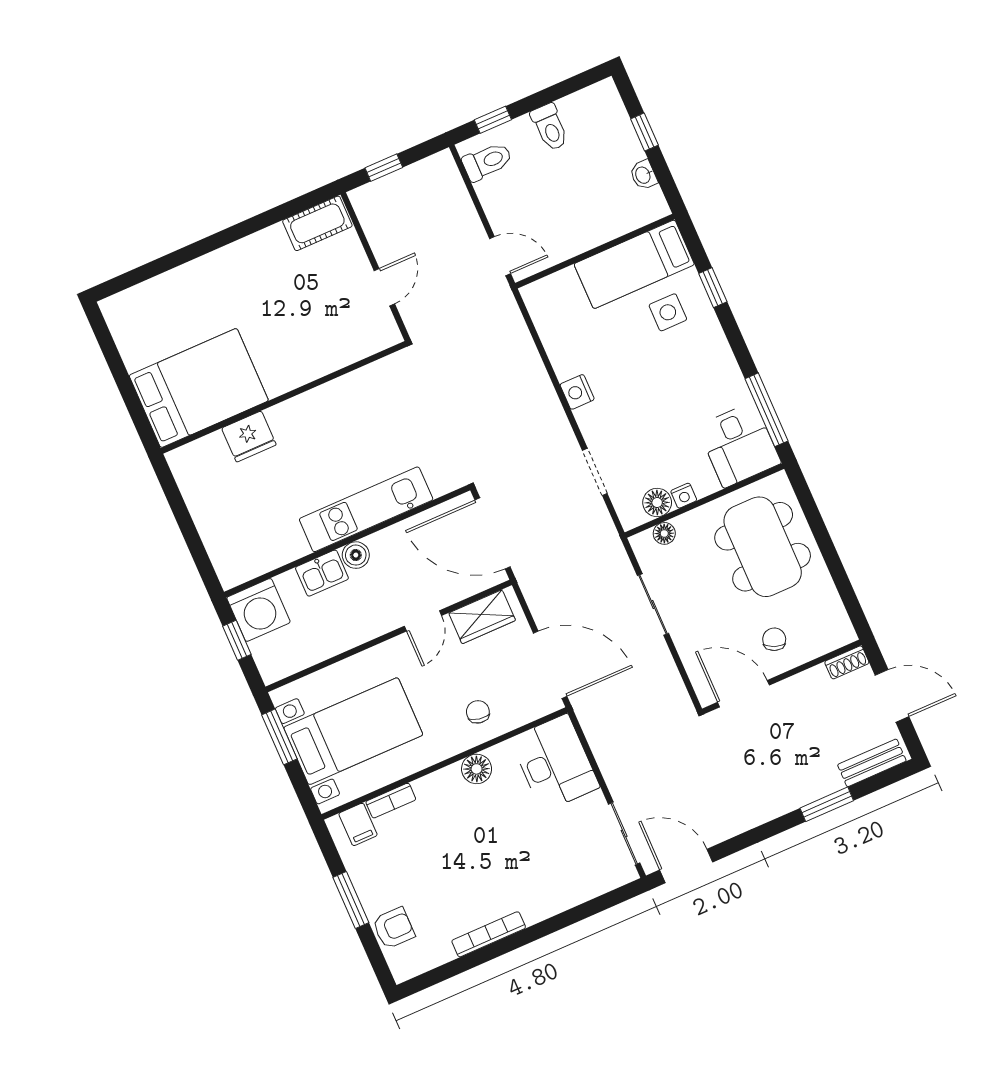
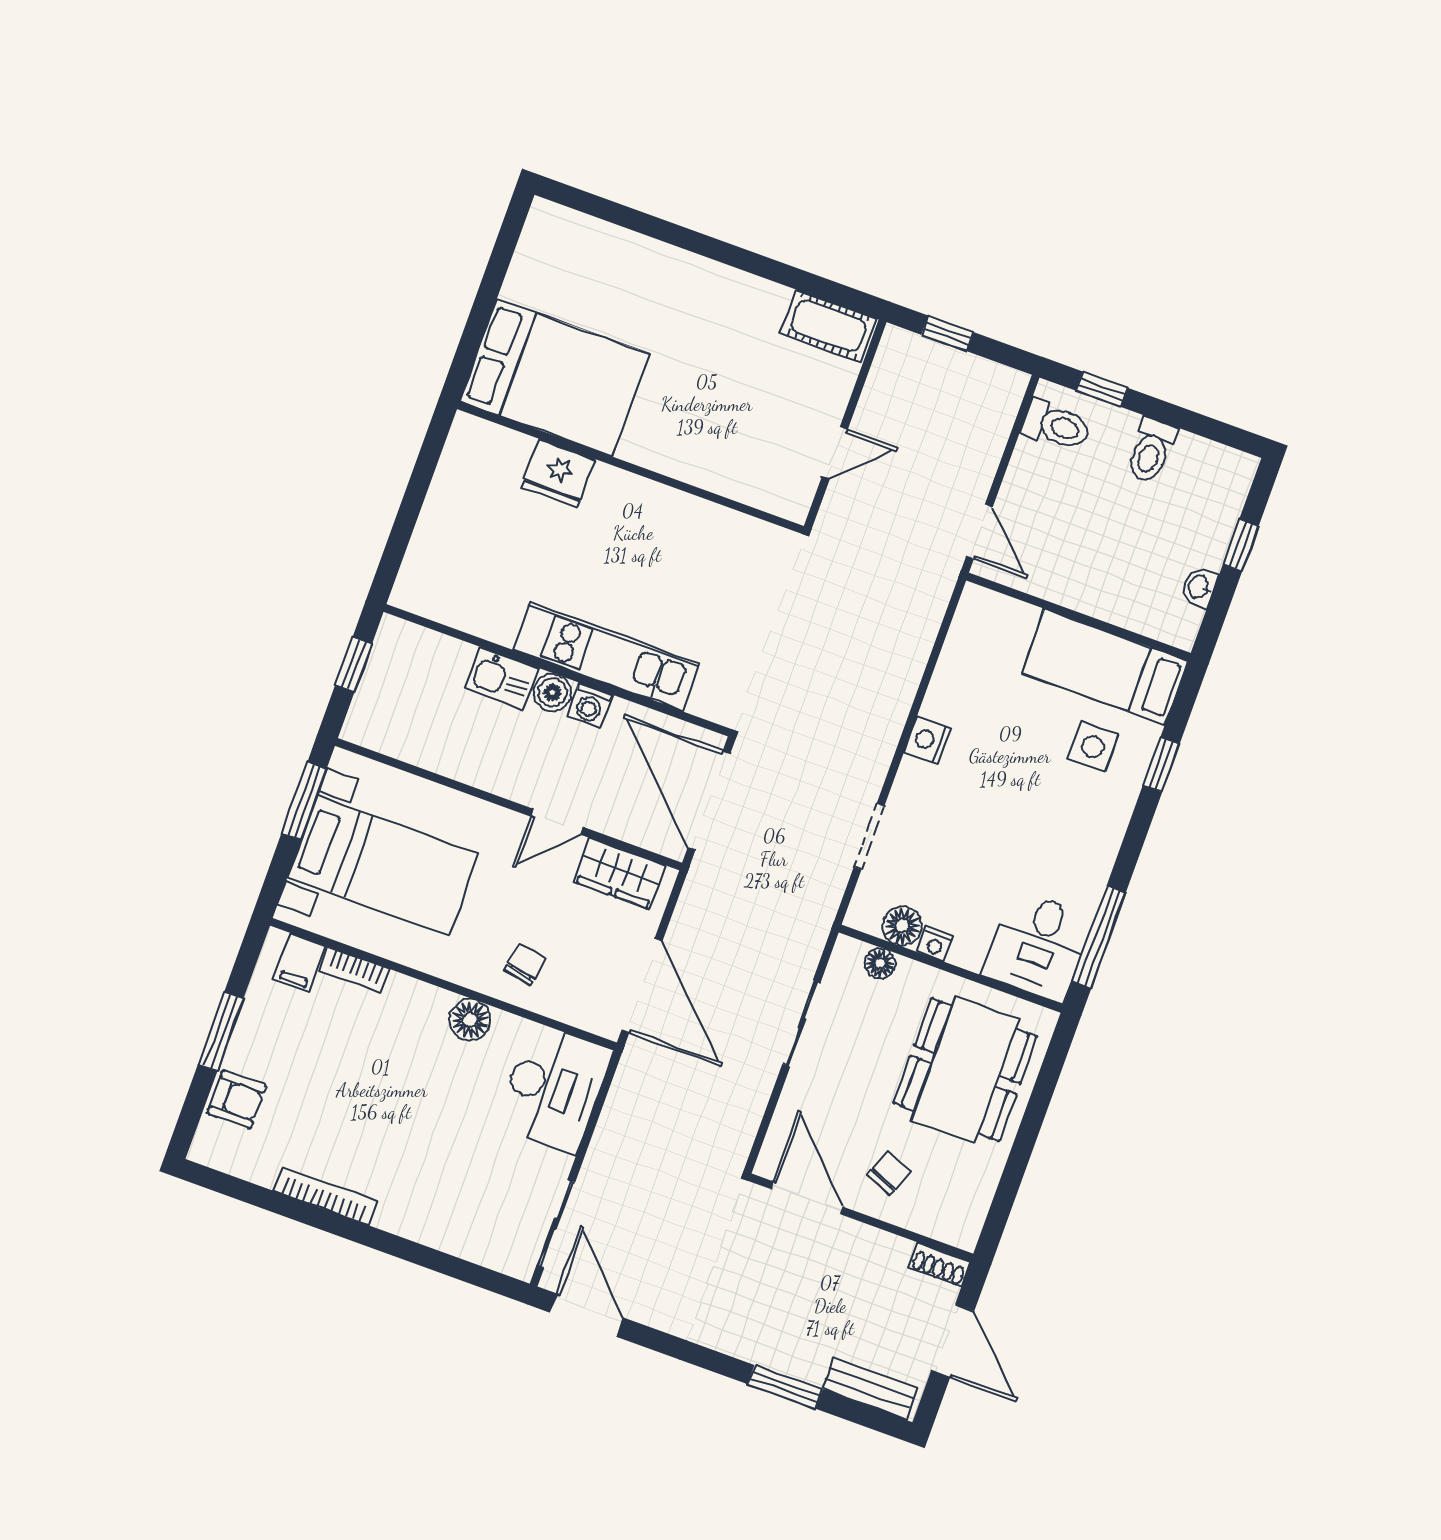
washing machine: (258, 610) -> (590, 705), moved, width x0.53, depth x0.53

